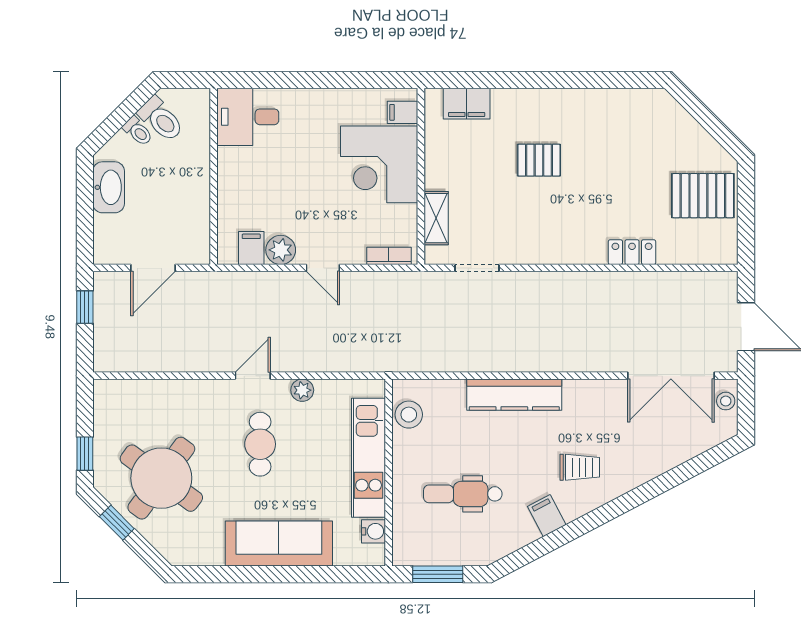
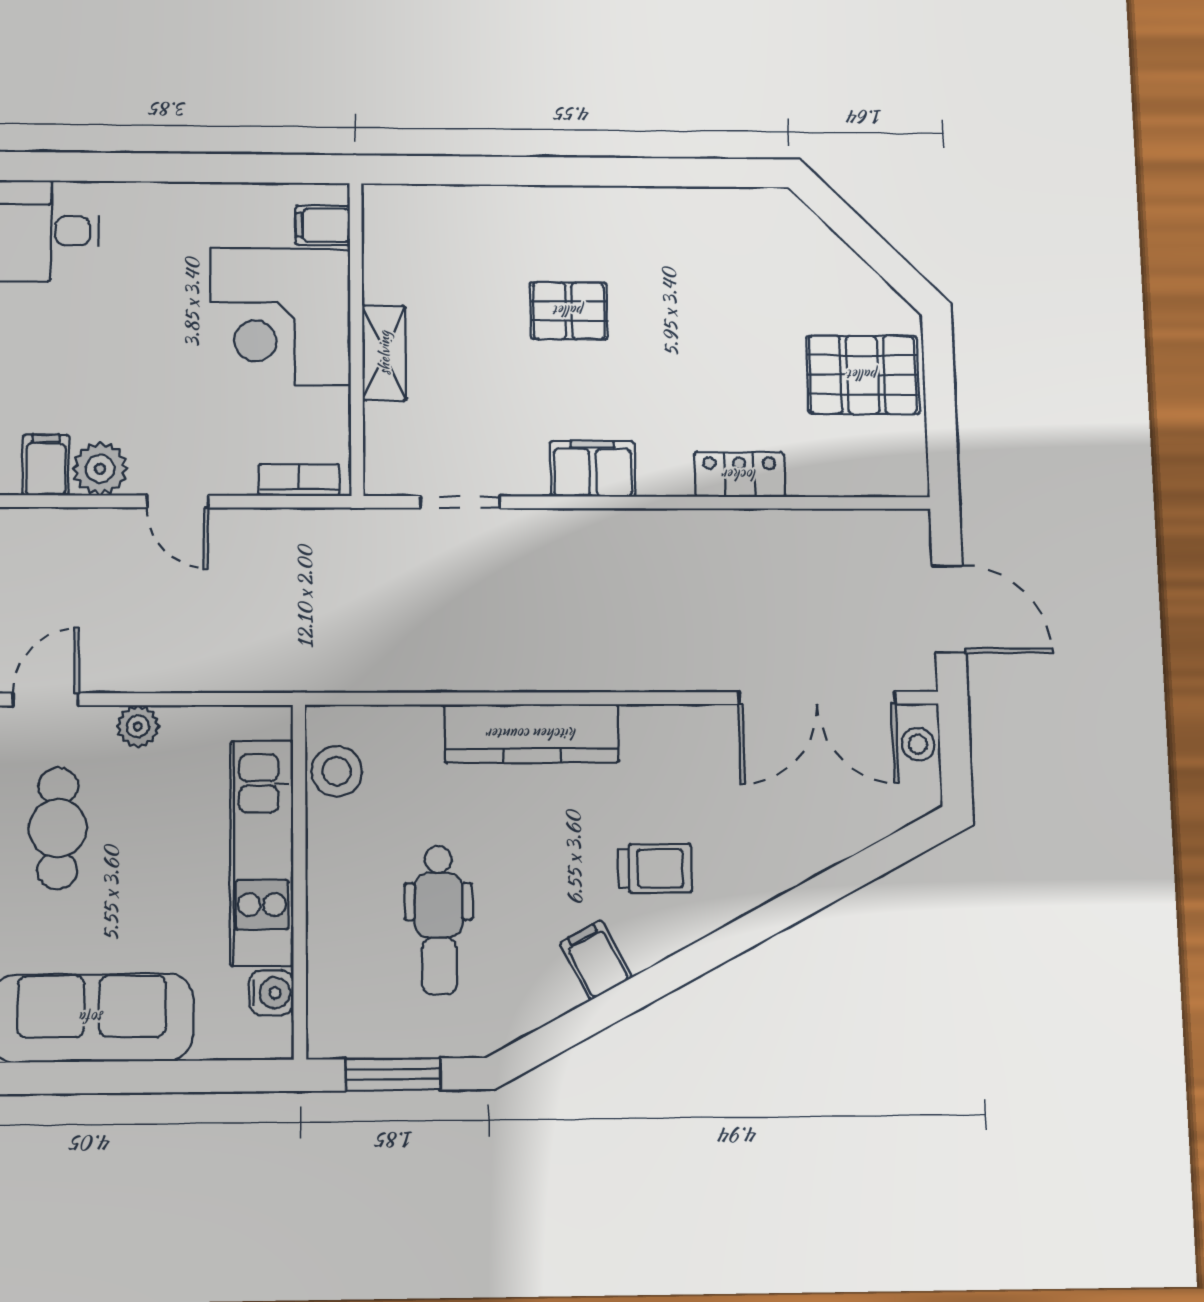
filing cabinet: (467, 104) -> (593, 469), moved, turned 180
shelving: (436, 218) -> (384, 353), moved
dental chair: (463, 494) -> (439, 920), turned -90

